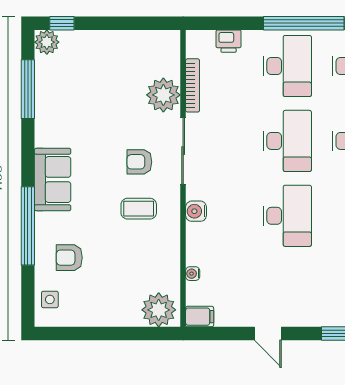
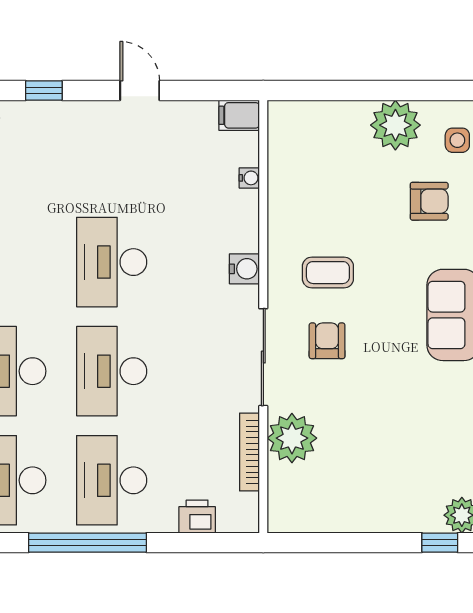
armchair: (139, 162) -> (327, 341), turned -90
plant: (159, 310) -> (395, 125), moved

